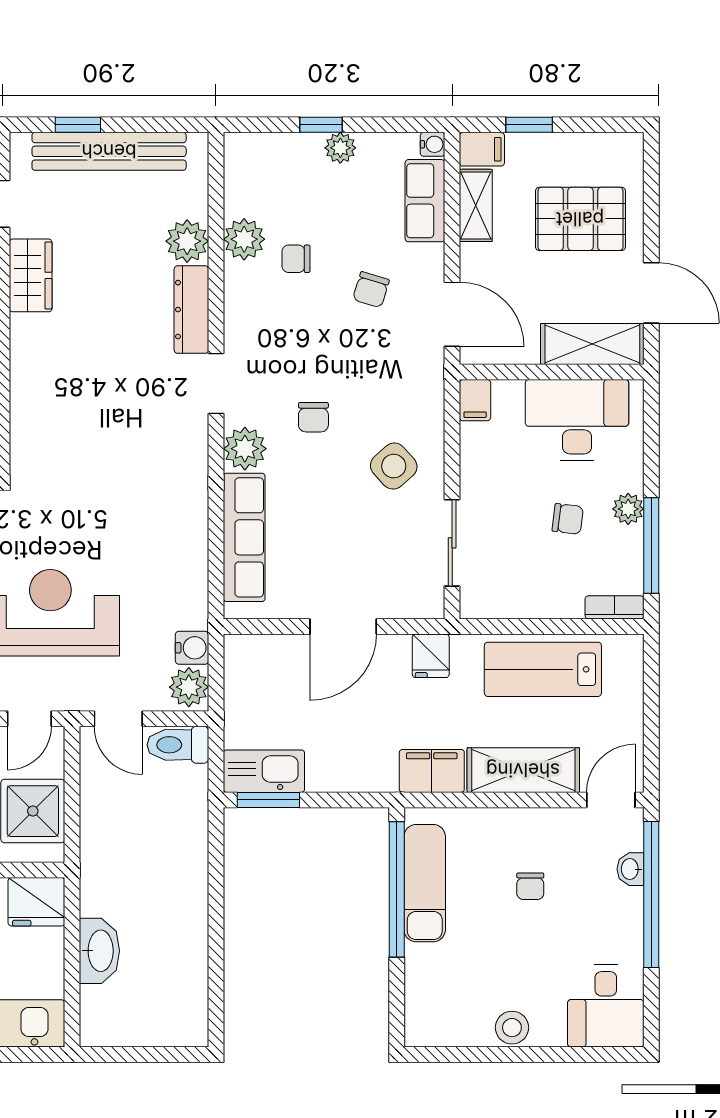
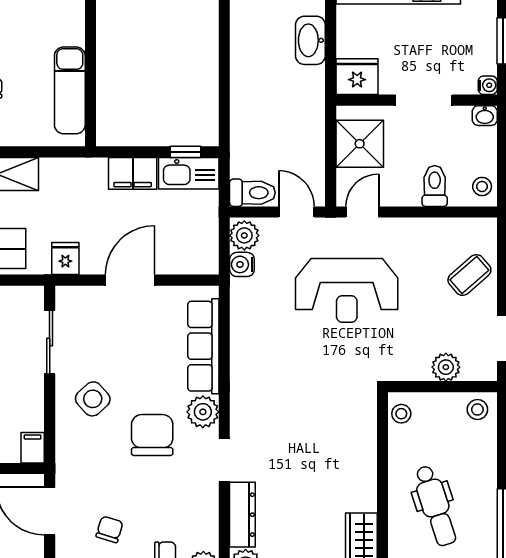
chair: (313, 417) -> (152, 435), width x1.87, depth x1.87
filing cabinet: (432, 771) -> (133, 173), moved
window: (268, 800) -> (185, 152), width x0.67
window: (397, 889) -> (90, 86), removed

